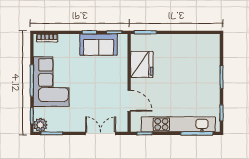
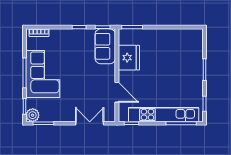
sofa: (99, 45) -> (105, 46), moved, turned 90

